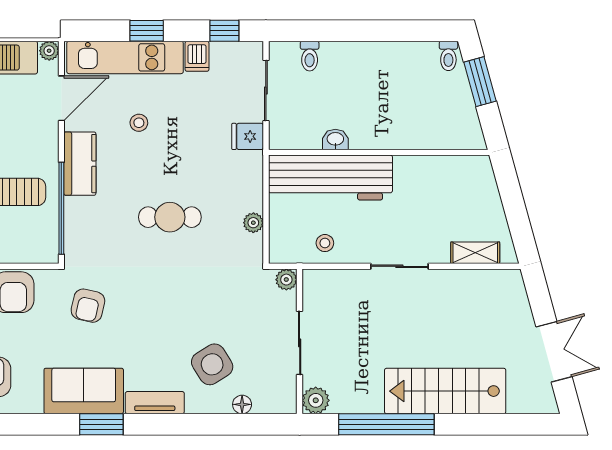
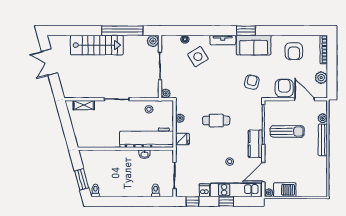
fridge: (248, 136) -> (183, 139), moved

